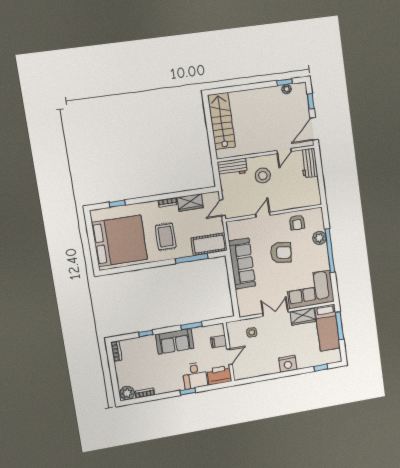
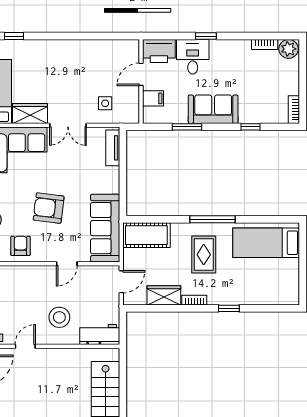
window: (117, 204) -> (229, 308), moved
bed: (119, 241) -> (266, 243), width x0.49
window: (192, 258) -> (213, 219), moved
sofa: (242, 264) -> (105, 228), moved
tv unit: (242, 302) -> (113, 148), added
nightstand: (288, 364) -> (60, 50), removed

